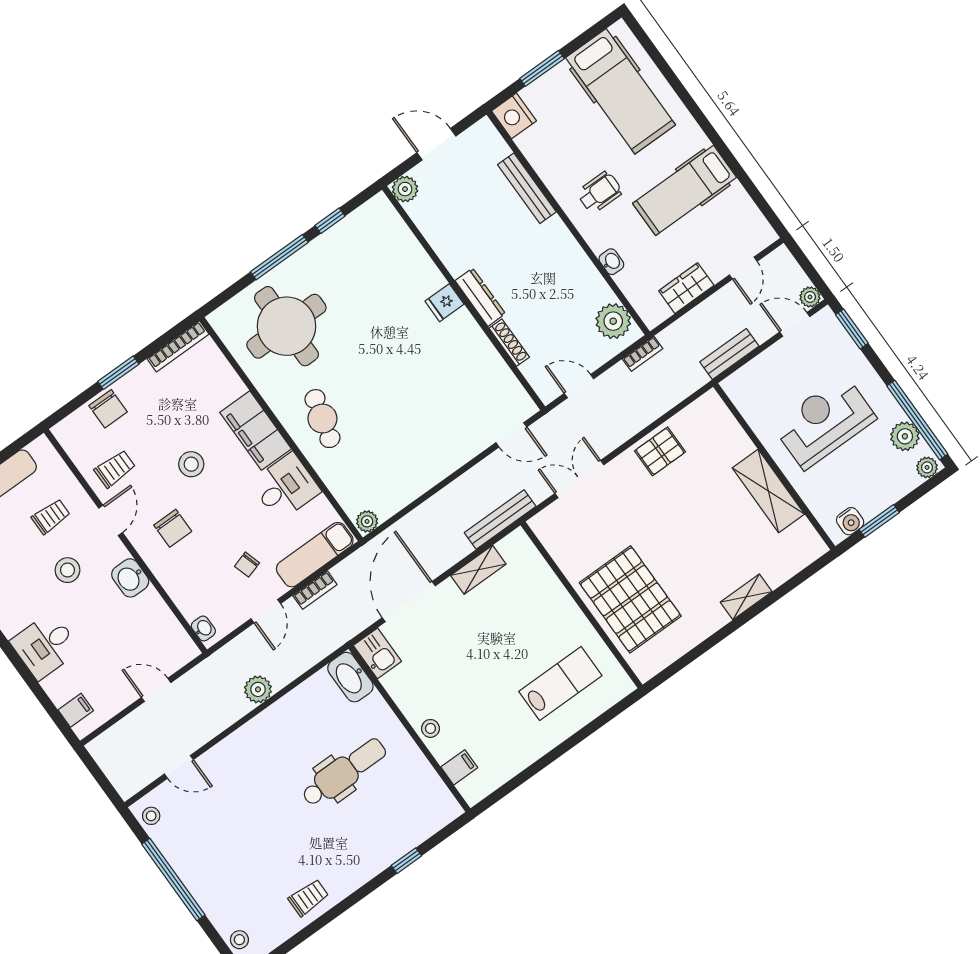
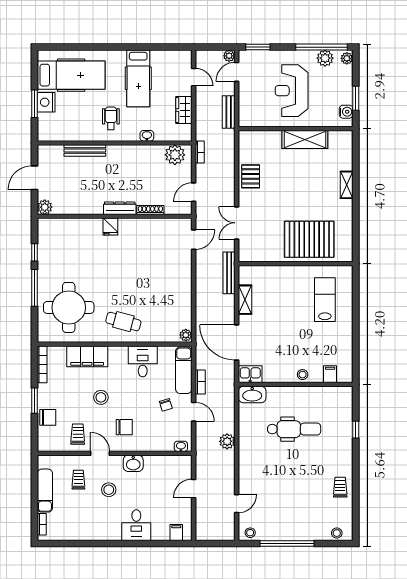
nightstand: (514, 116) -> (46, 102), moved, turned 90
filing cabinet: (256, 431) -> (87, 356), moved
dental chair: (344, 772) -> (294, 429), turned 90

